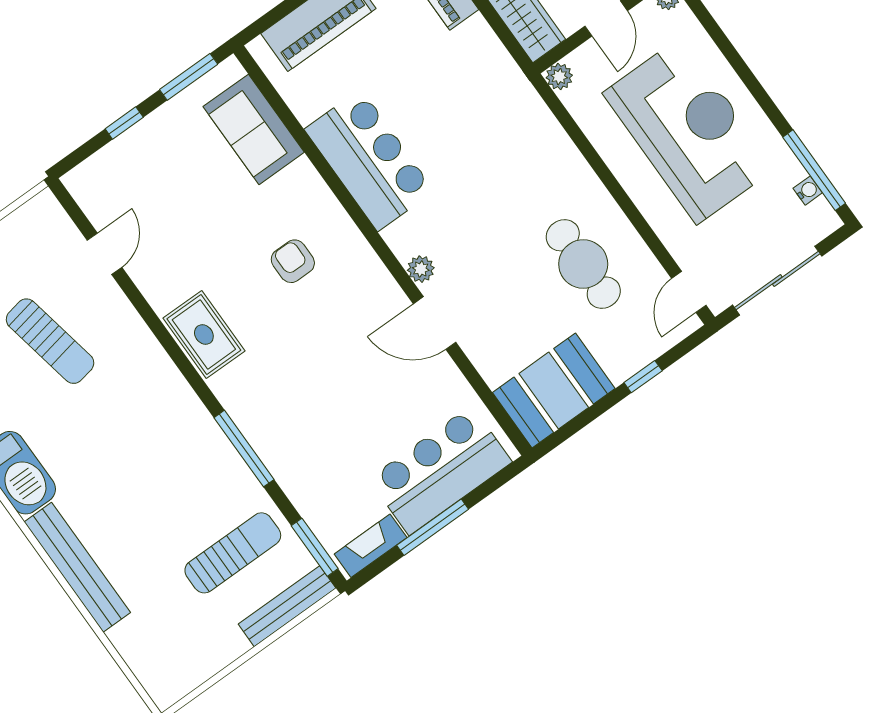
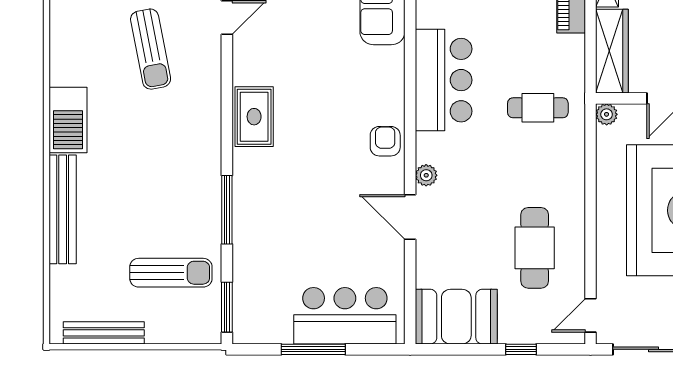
cafe table: (485, 120) -> (538, 108), added
armchair: (293, 261) -> (385, 141), moved
fireplace: (371, 546) -> (264, 332), removed
bench: (287, 606) -> (104, 333), moved

